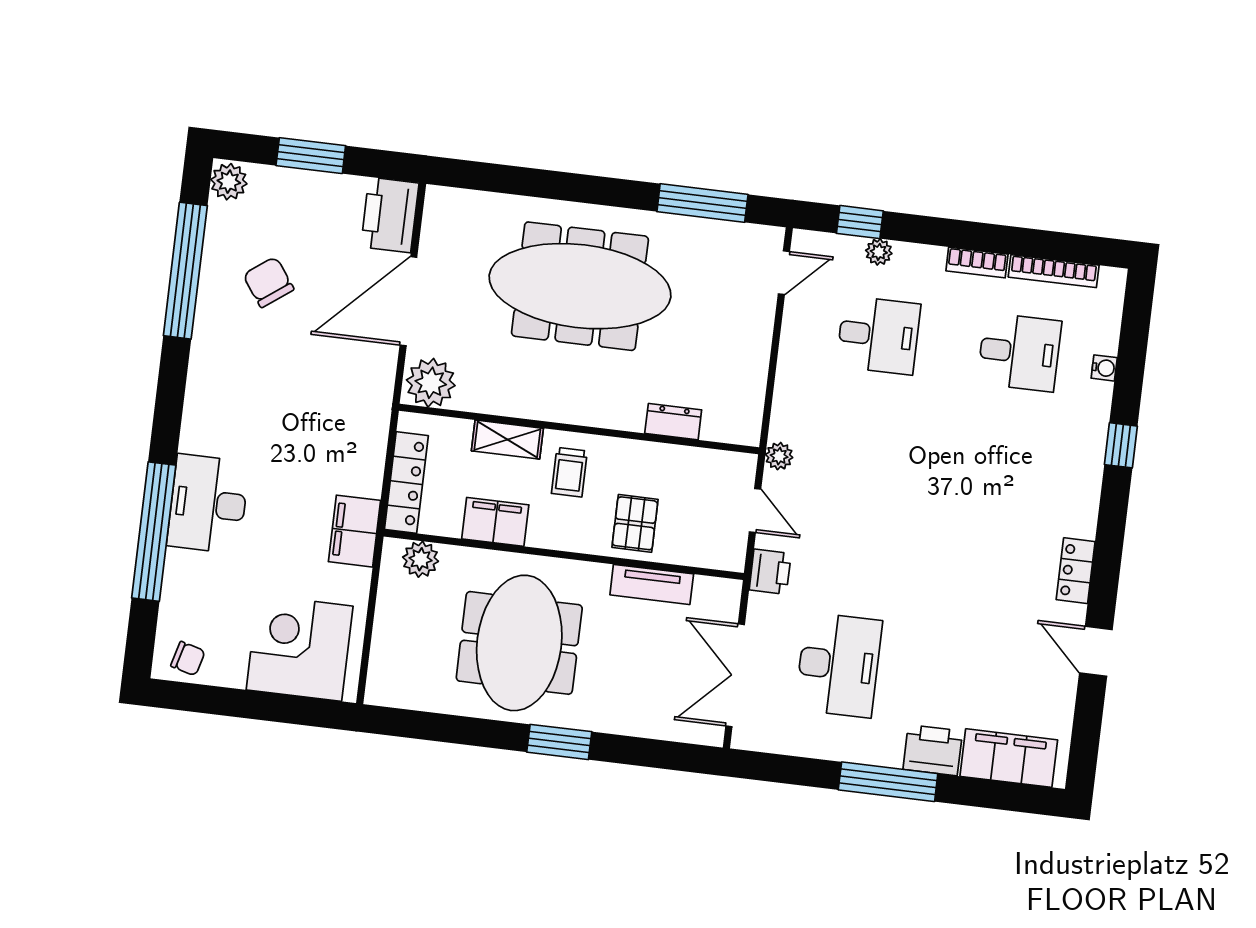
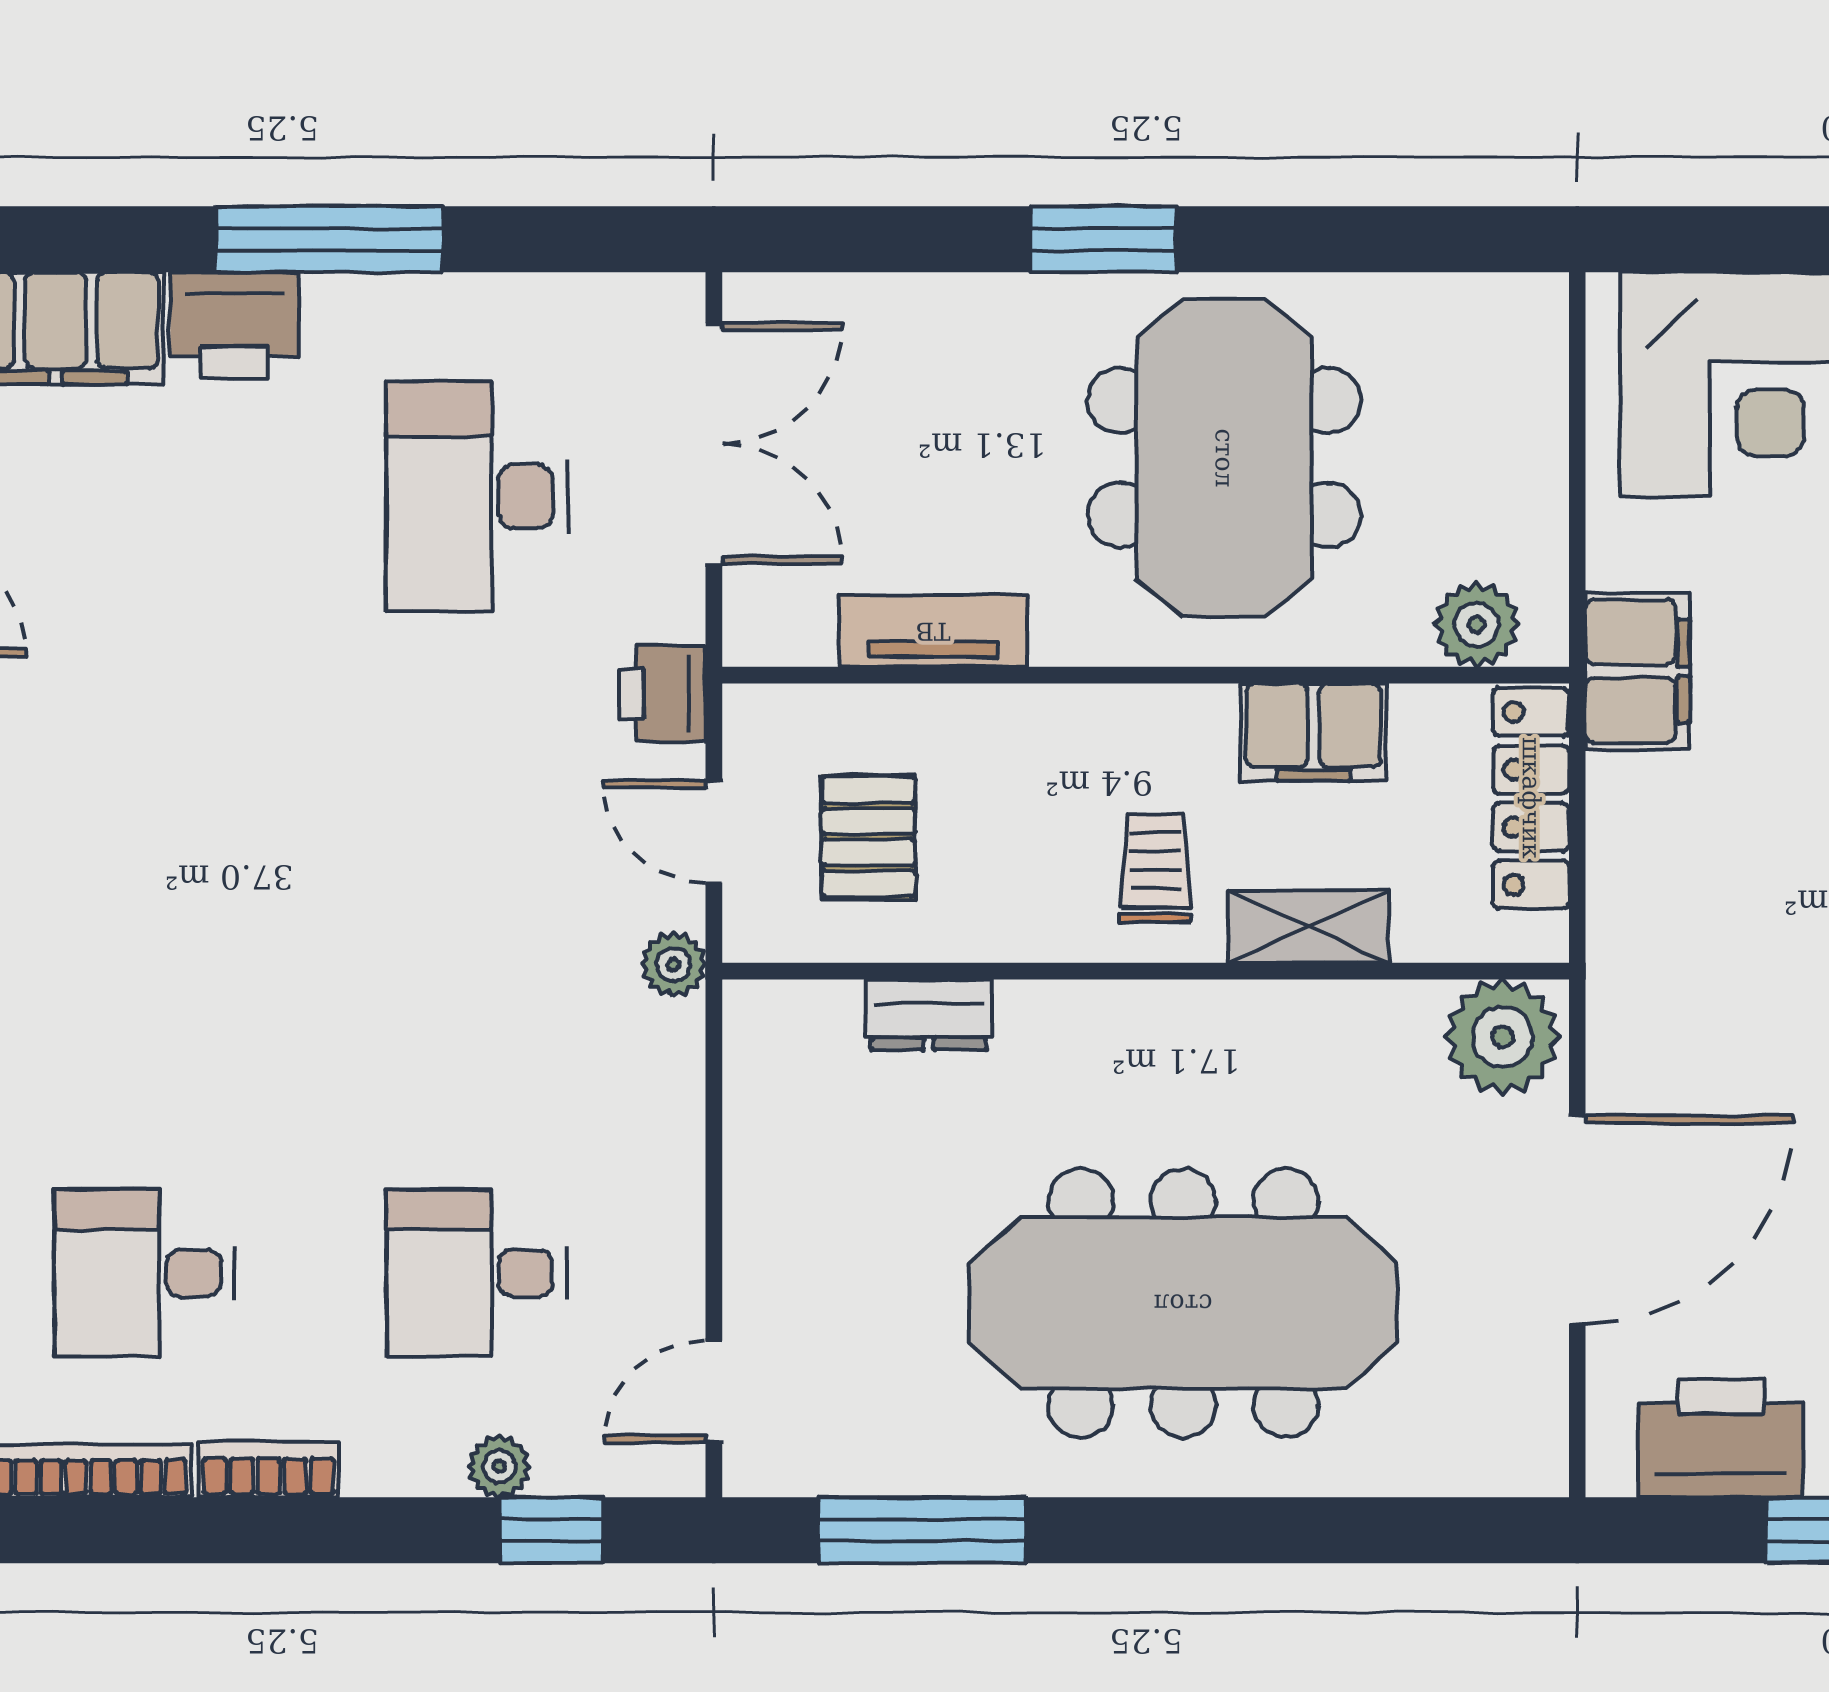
printer: (390, 215) -> (1720, 1438), moved, turned -90
pallet: (635, 523) -> (868, 837), moved

